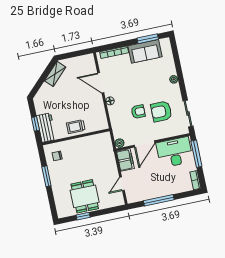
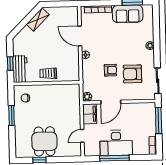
desk: (175, 152) -> (116, 143), moved, turned 180

